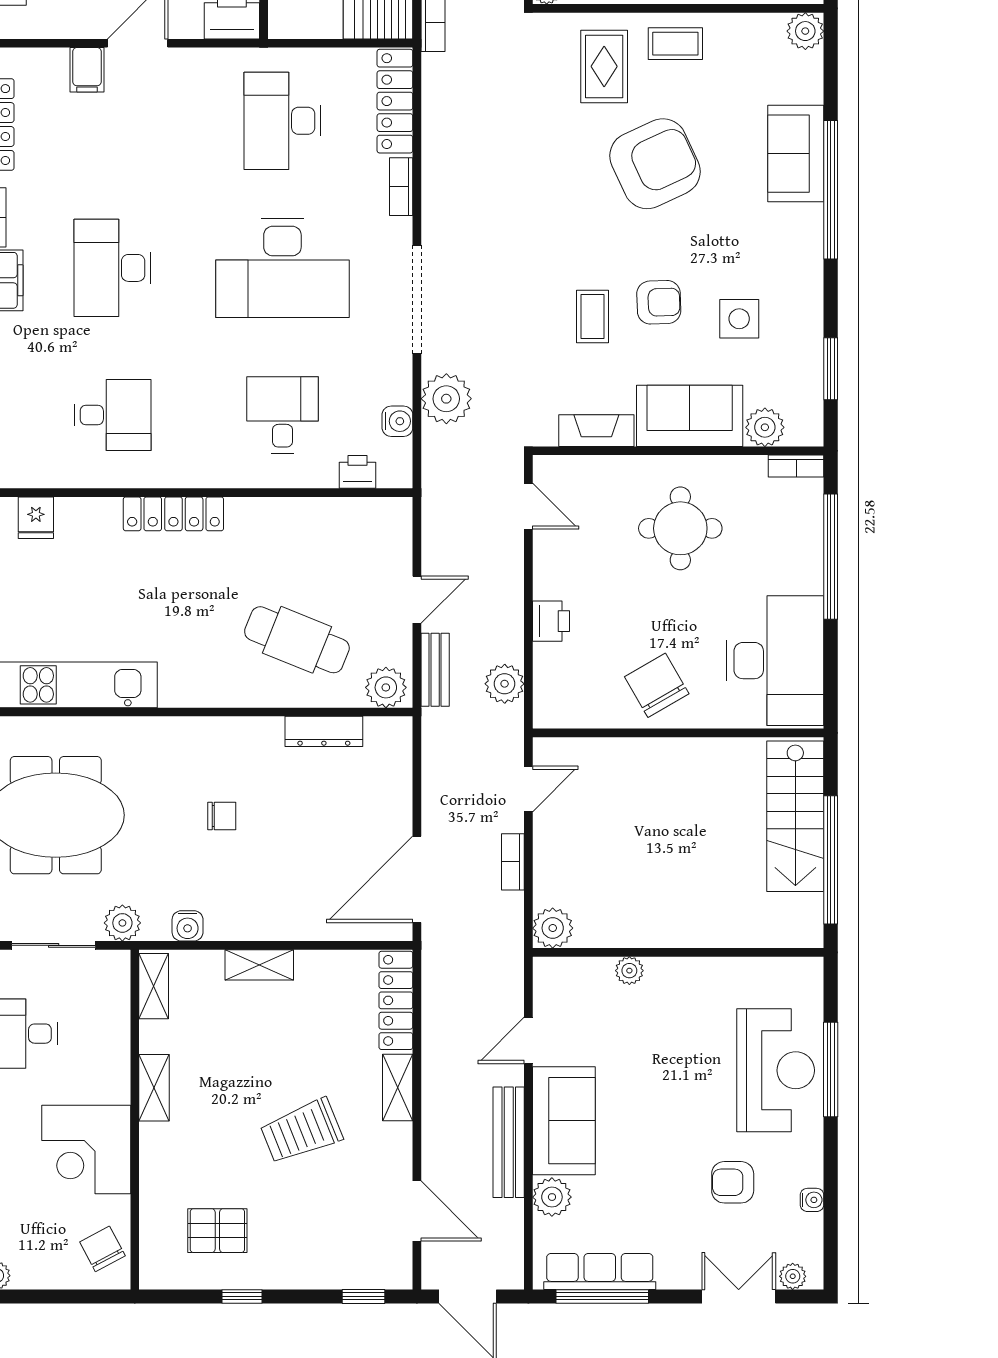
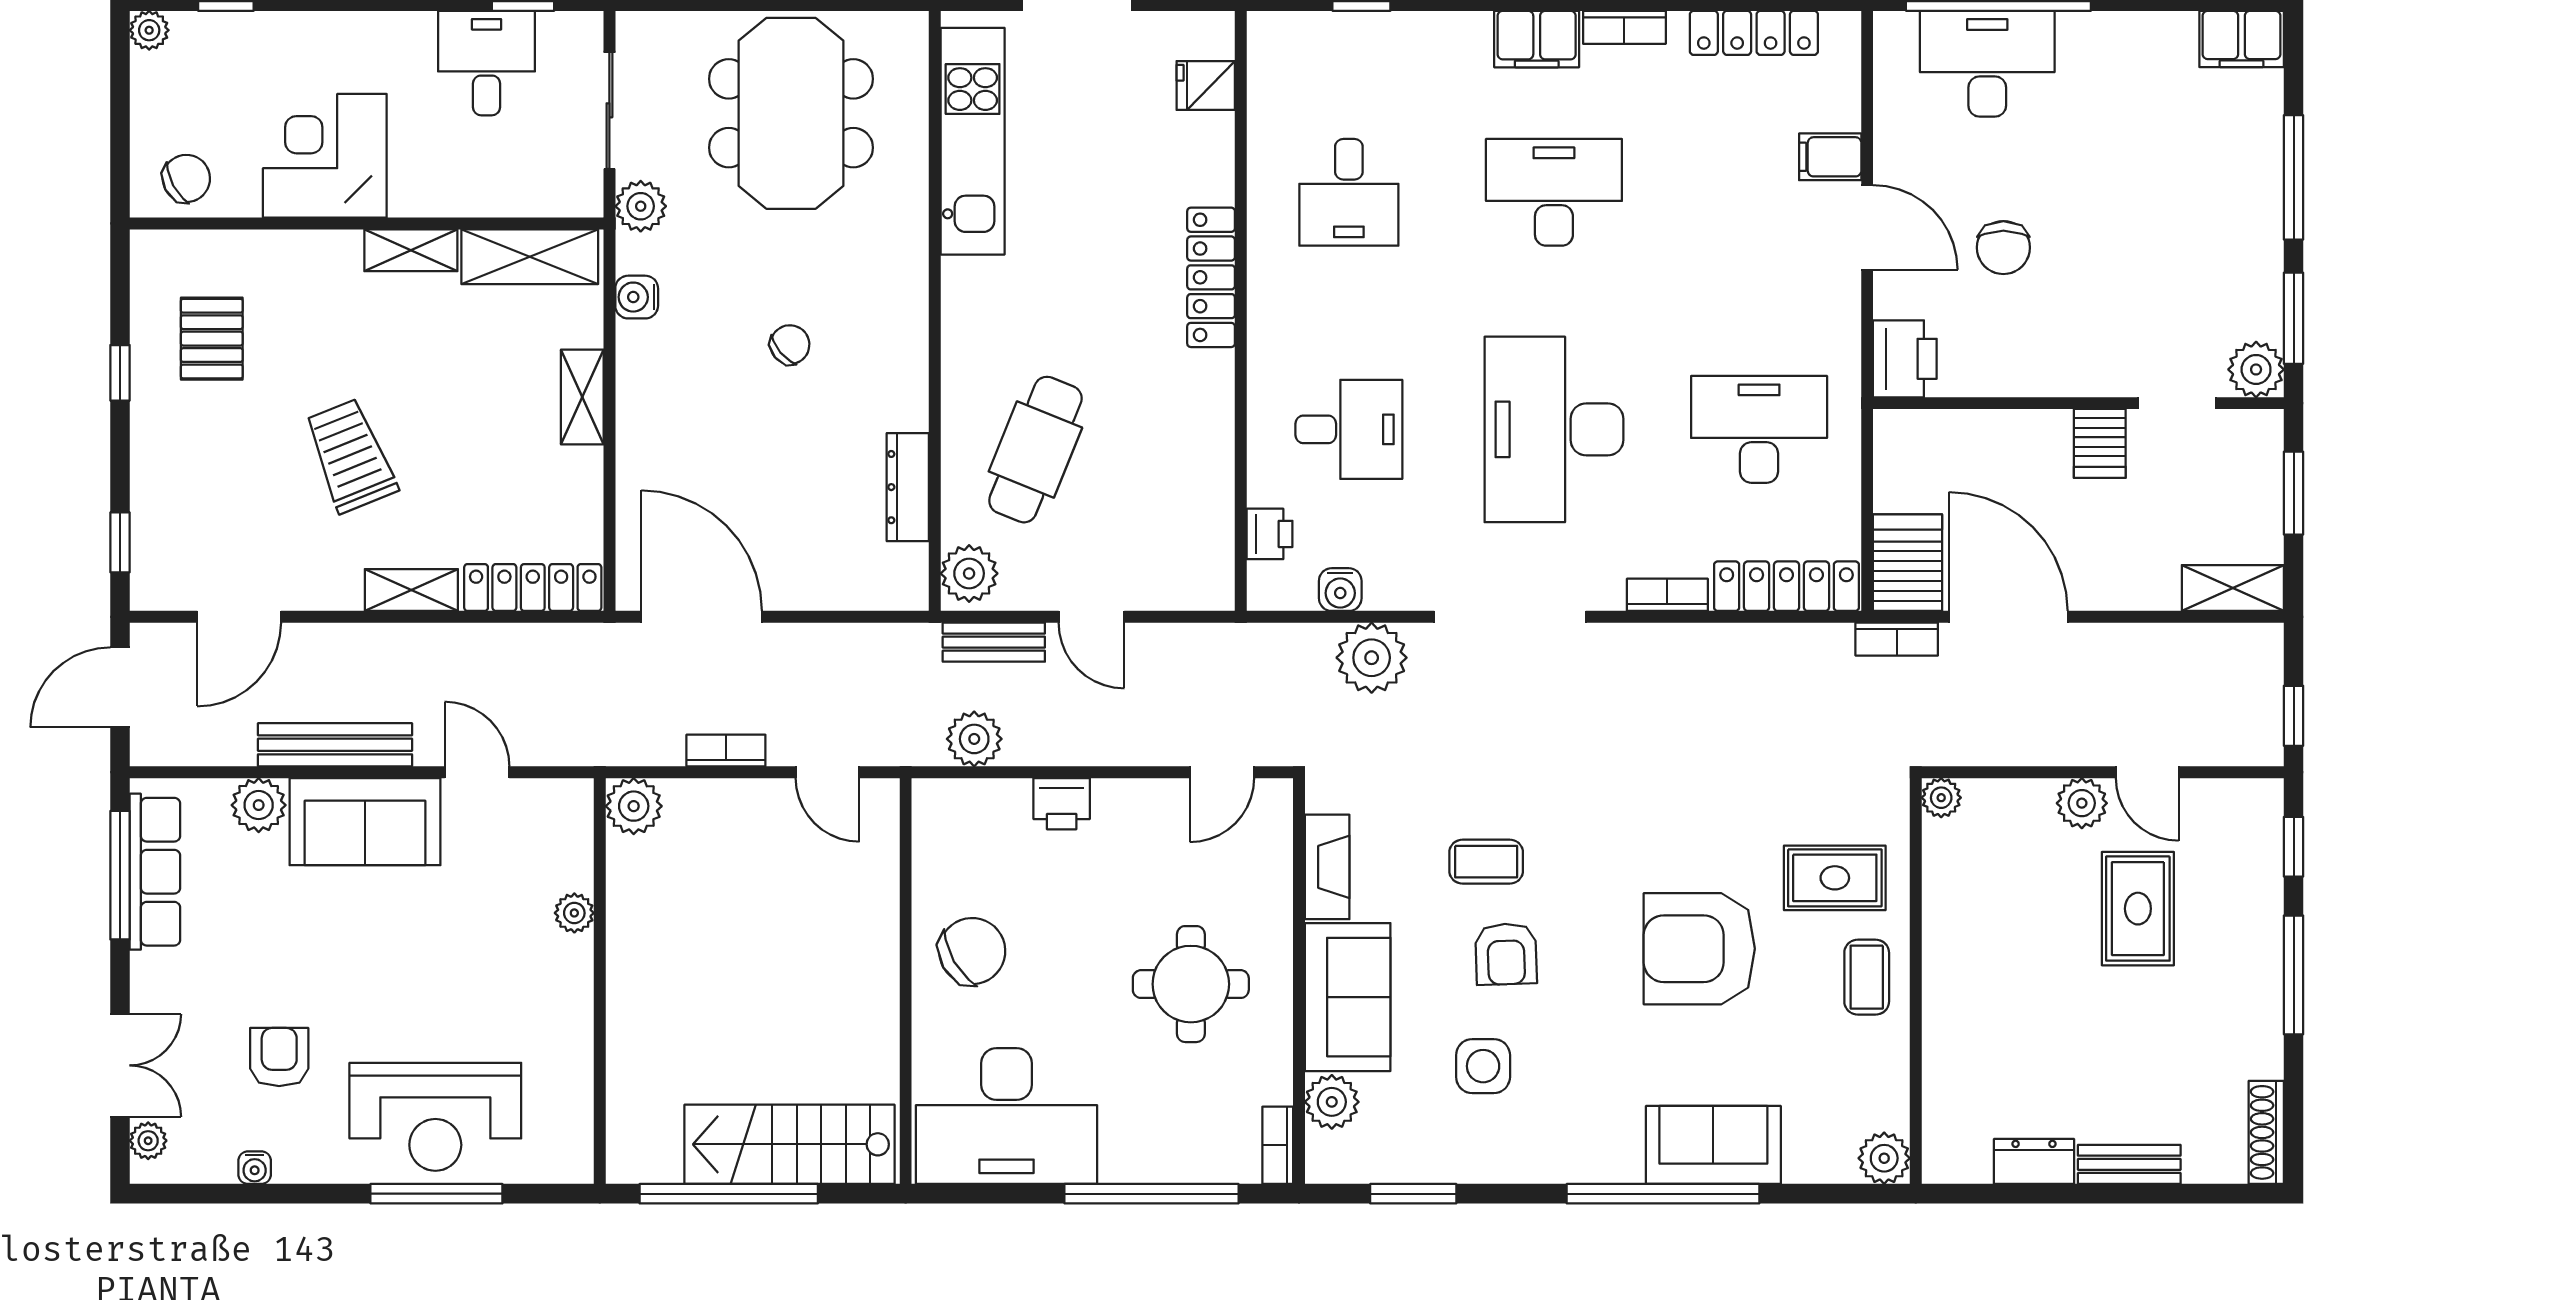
armchair: (655, 164) -> (1699, 949), turned 115
chair: (222, 816) -> (790, 345), turned -130
shelving: (154, 986) -> (530, 257), width x1.50, depth x1.33

